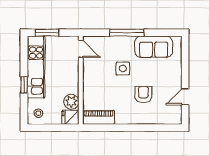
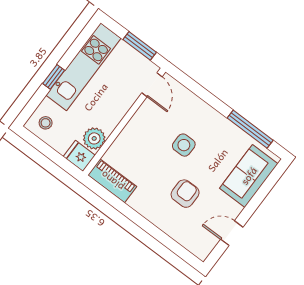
window: (47, 33) -> (140, 46), moved
window: (127, 33) -> (250, 129), moved
sofa: (154, 47) -> (249, 176), moved, turned 90

